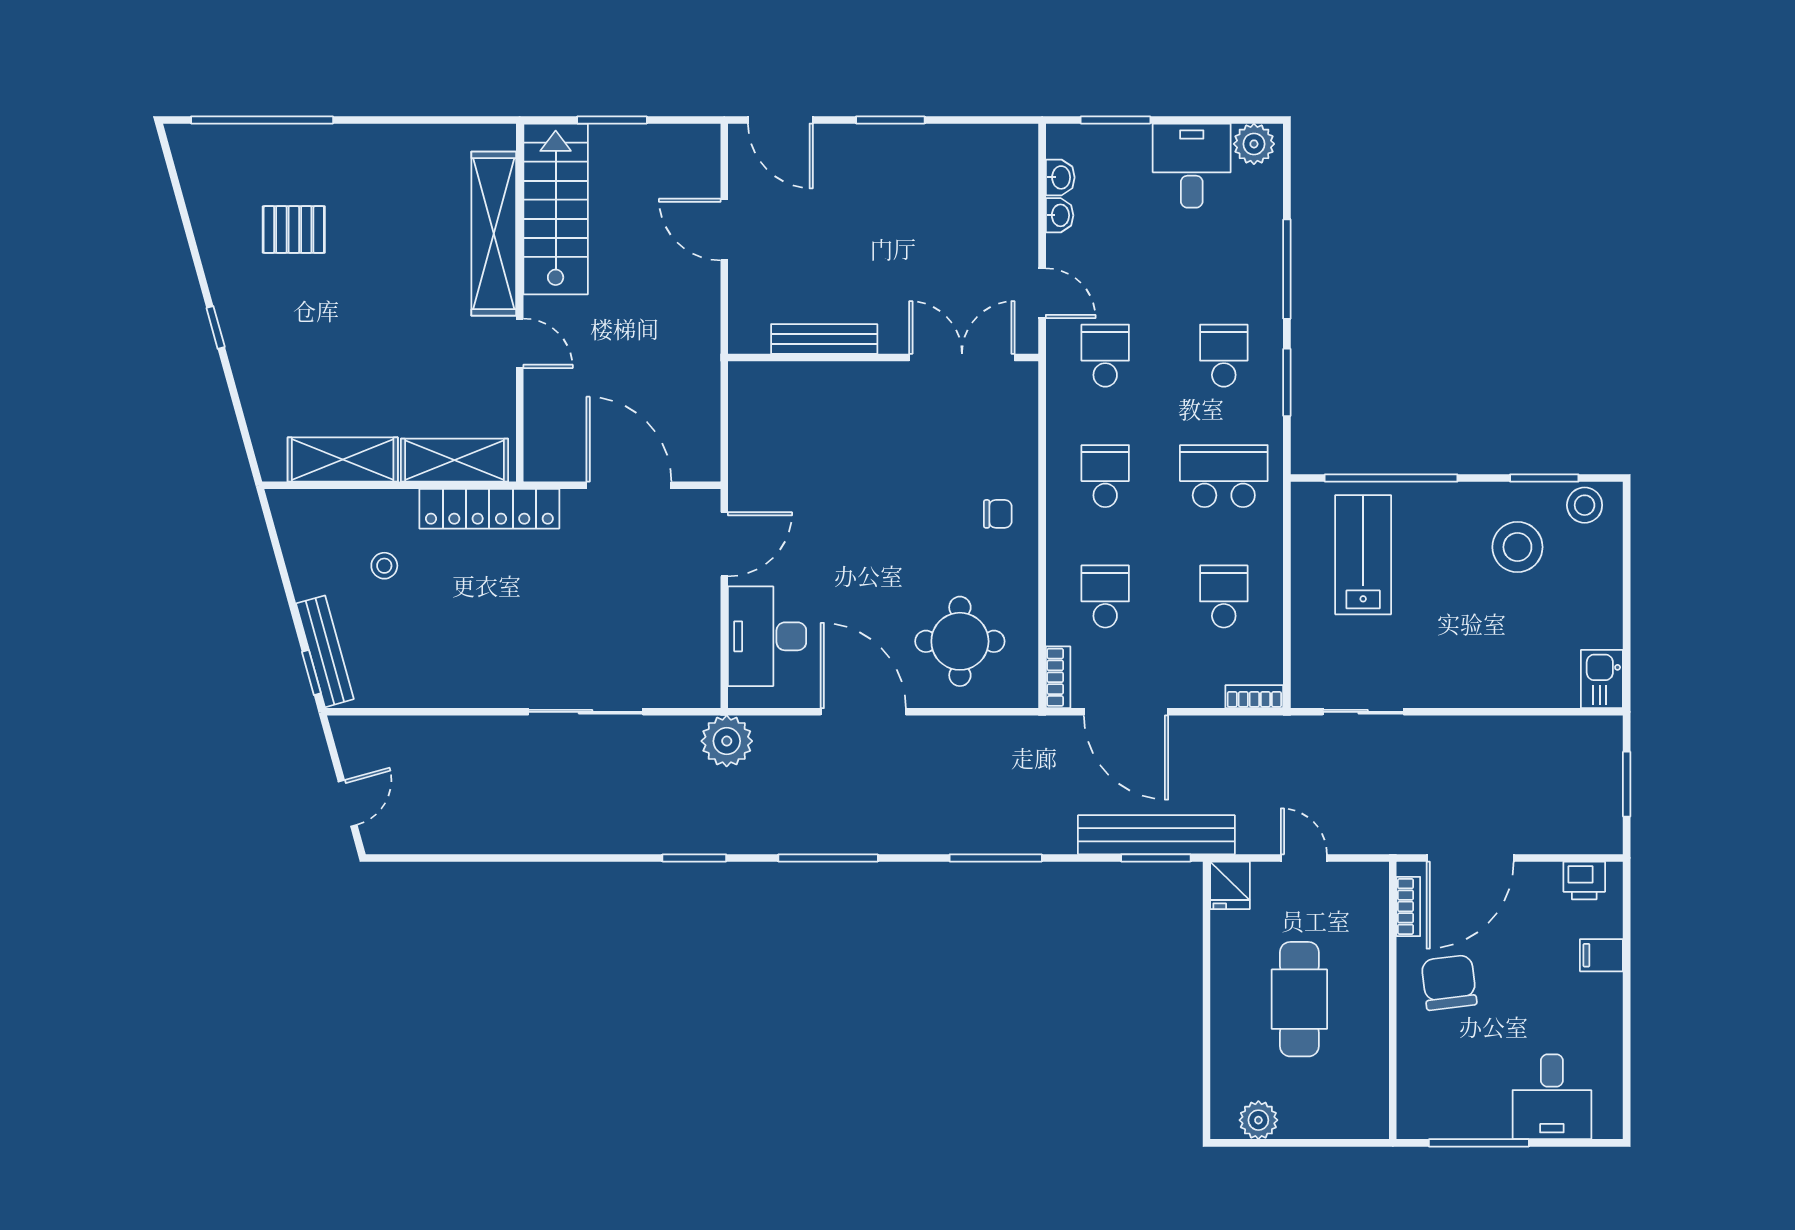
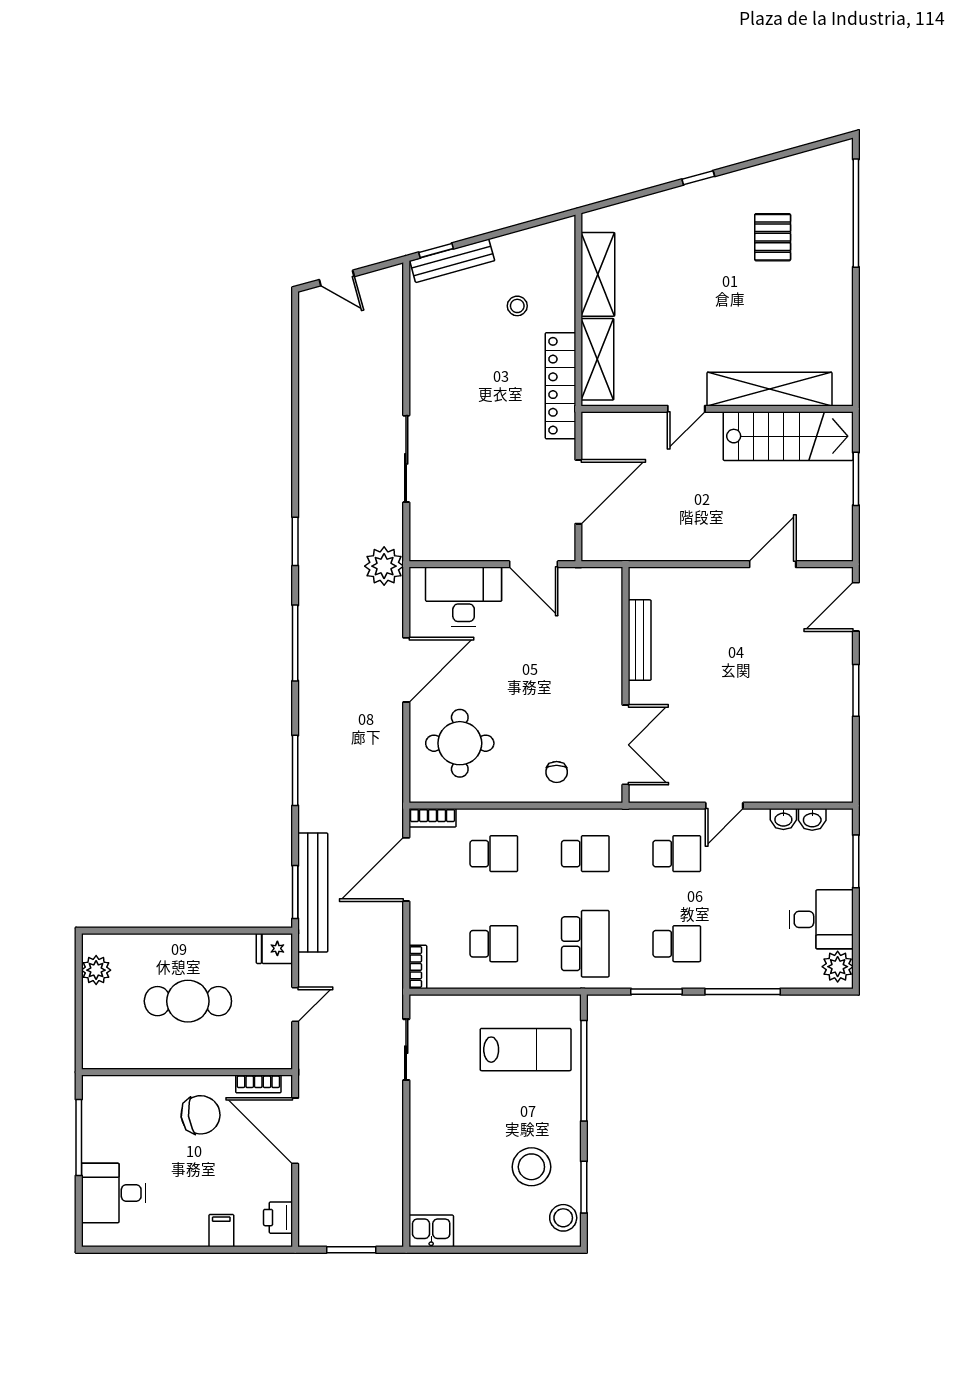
bench: (824, 339) -> (640, 640), moved
wall: (883, 357) -> (626, 685), moved
double door: (962, 357) -> (626, 745), moved

